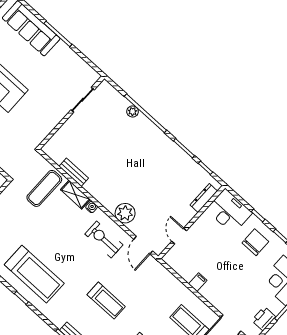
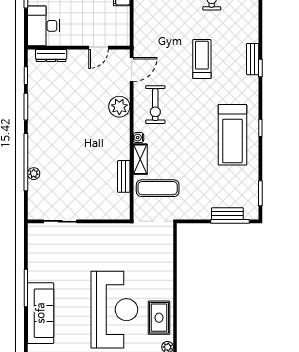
treadmill: (34, 274) -> (232, 135), turned 180

